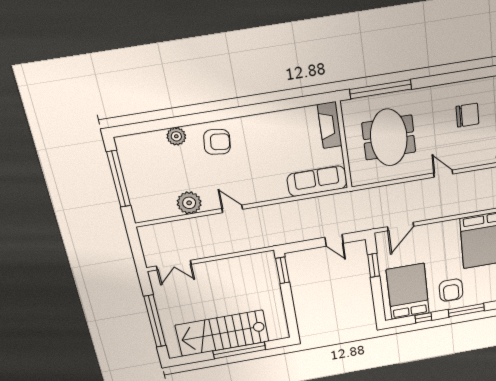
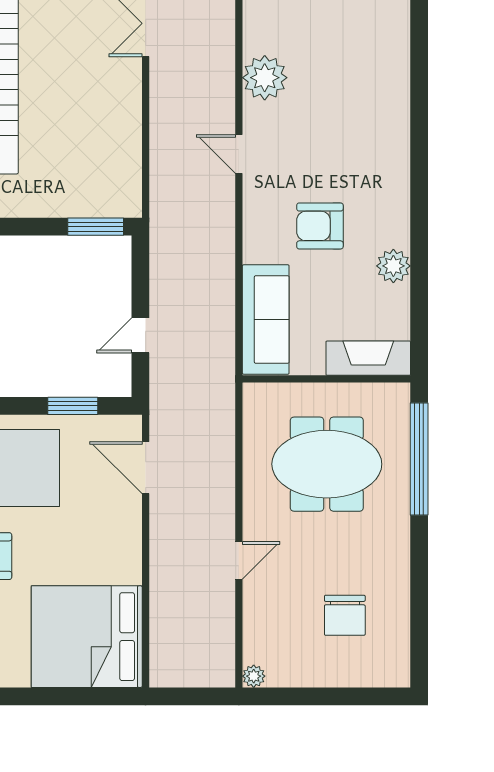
plant: (176, 136) -> (393, 266), moved
armchair: (217, 142) -> (320, 226), moved, turned 83
door: (232, 209) -> (239, 154), swing flipped

